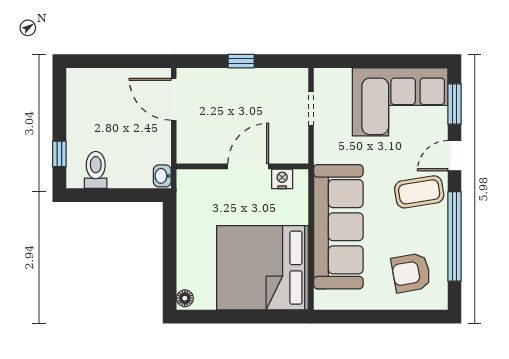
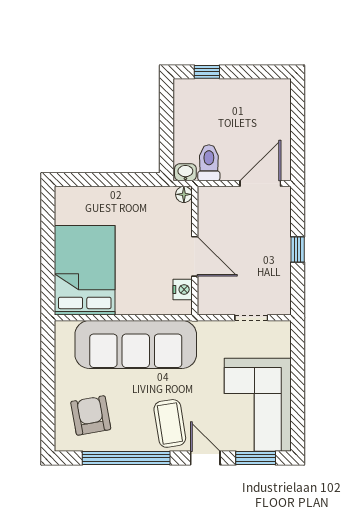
toilet: (96, 170) -> (209, 163), moved, turned -90
bed: (262, 268) -> (85, 270), width x0.73
floor lamp: (185, 298) -> (184, 194), moved

